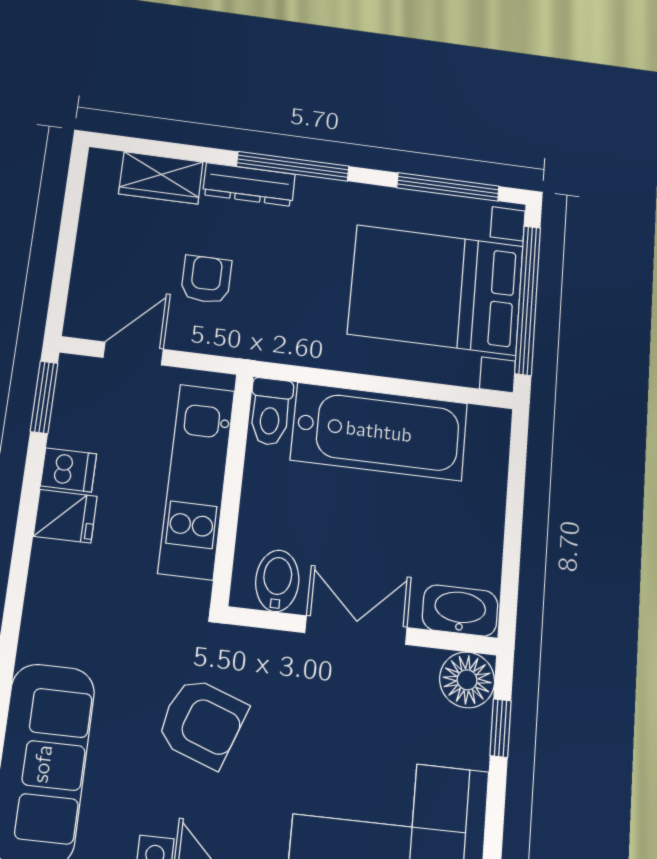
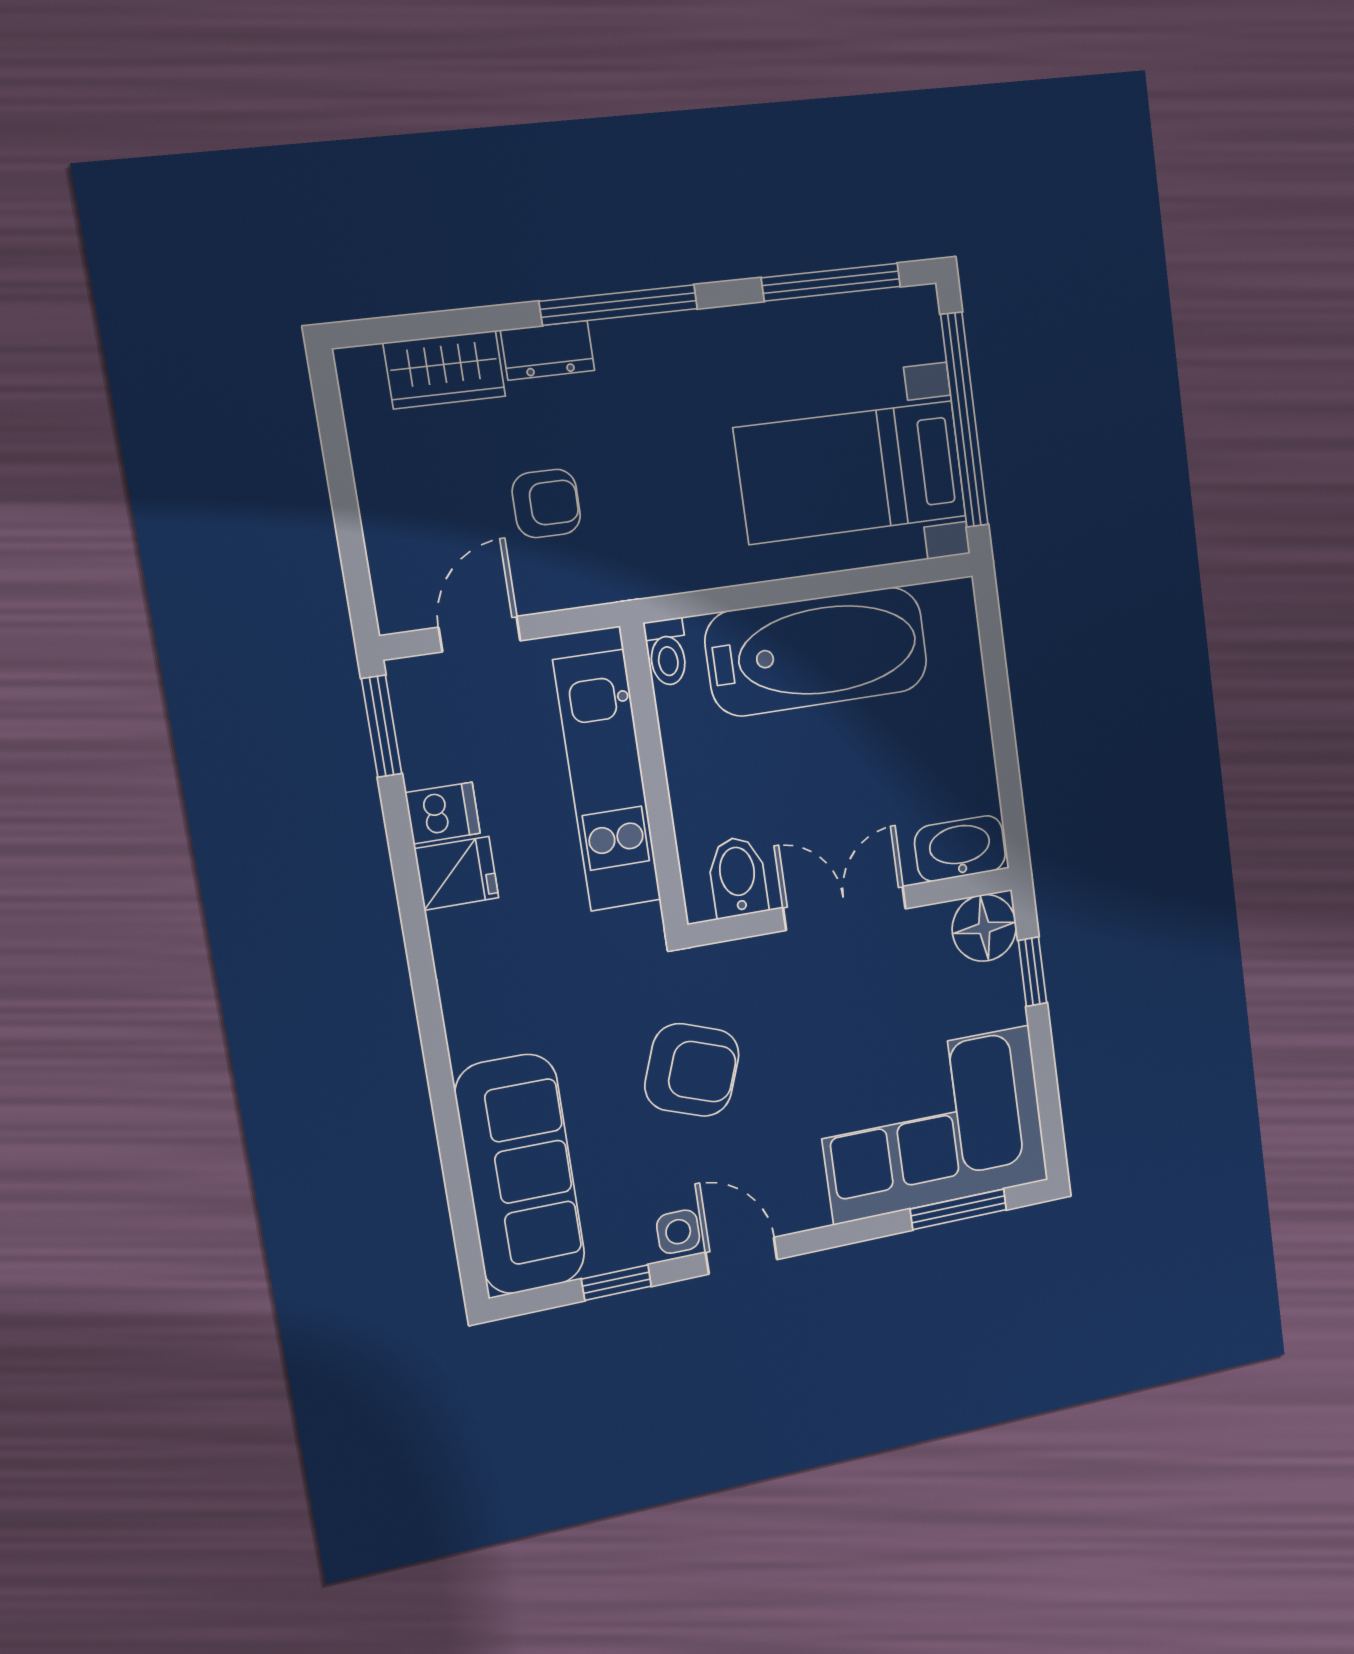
dresser: (249, 184) -> (548, 350), width x0.70
armchair: (206, 279) -> (546, 503), turned 90
bed with nightstands: (436, 290) -> (851, 472), width x0.73
toilet: (270, 412) -> (667, 652), width x0.73, depth x0.72

